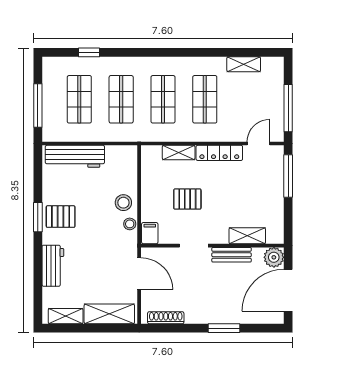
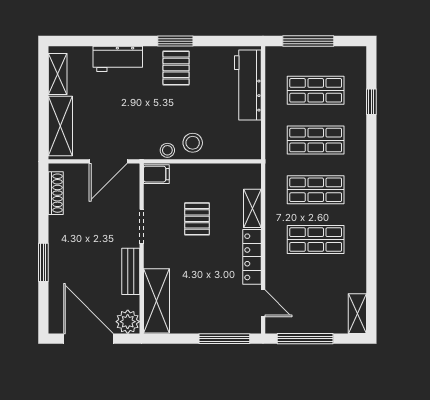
shelving: (244, 64) -> (357, 314), moved
shelving: (247, 236) -> (157, 301), width x1.50, depth x1.33

